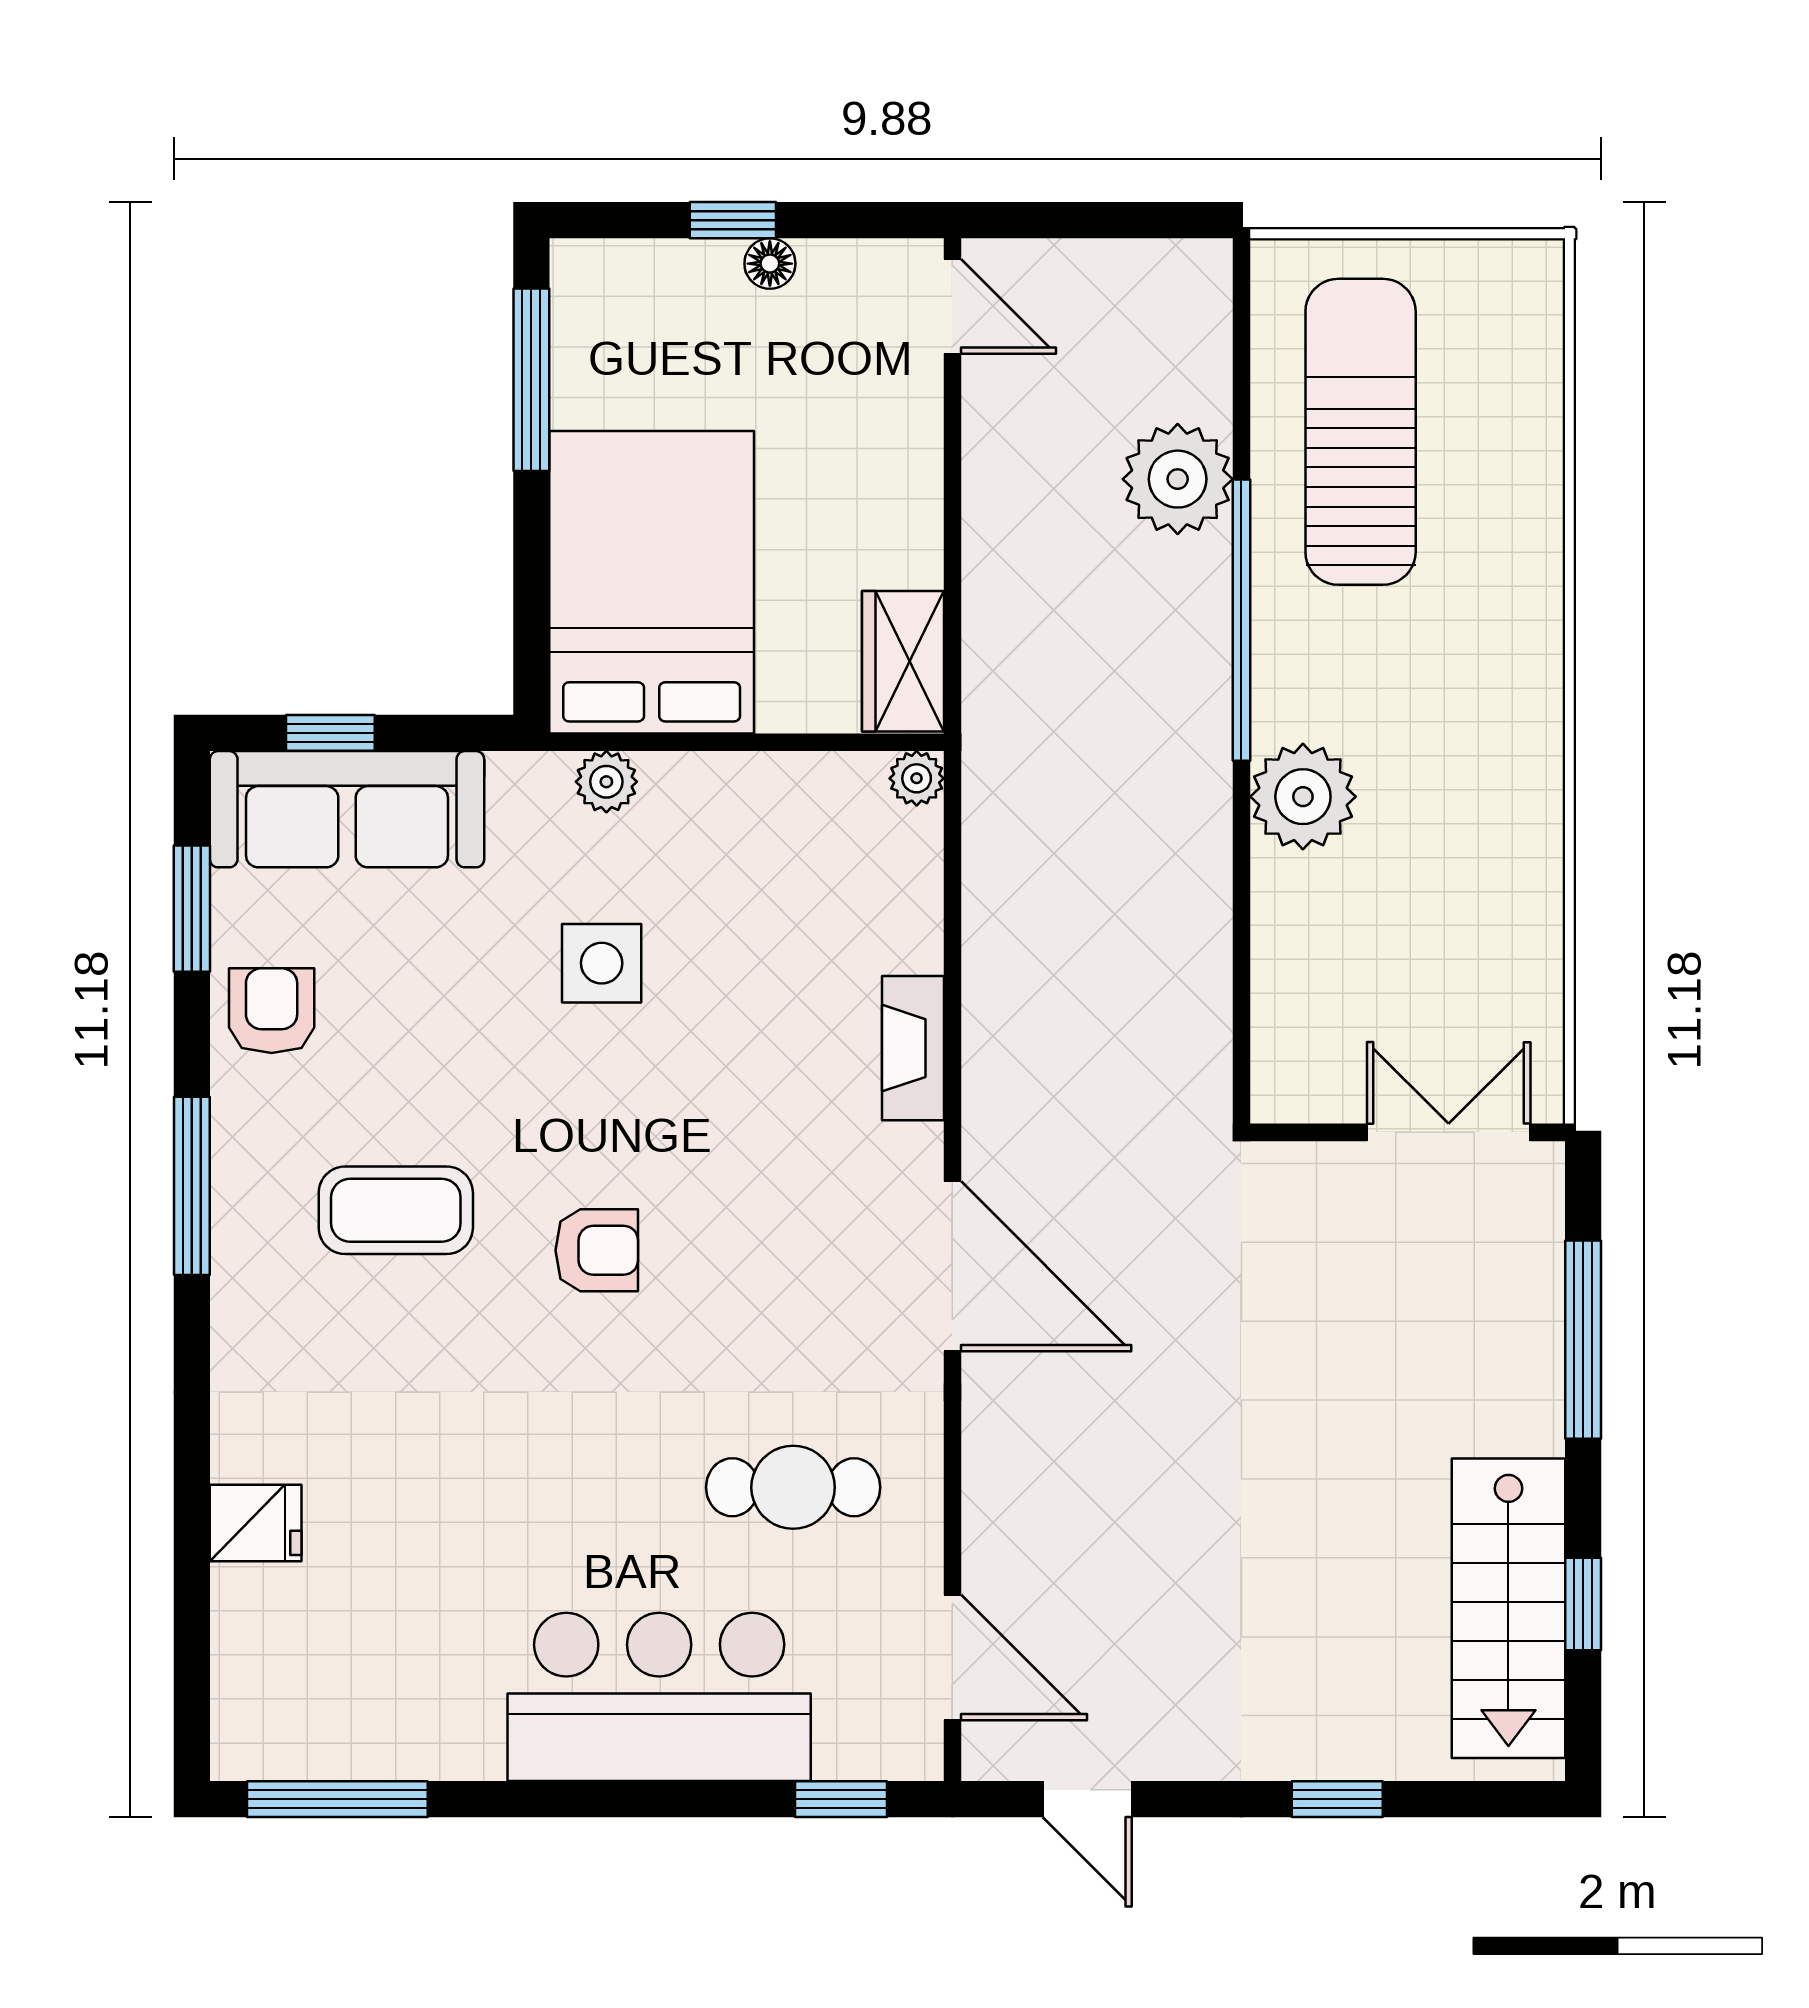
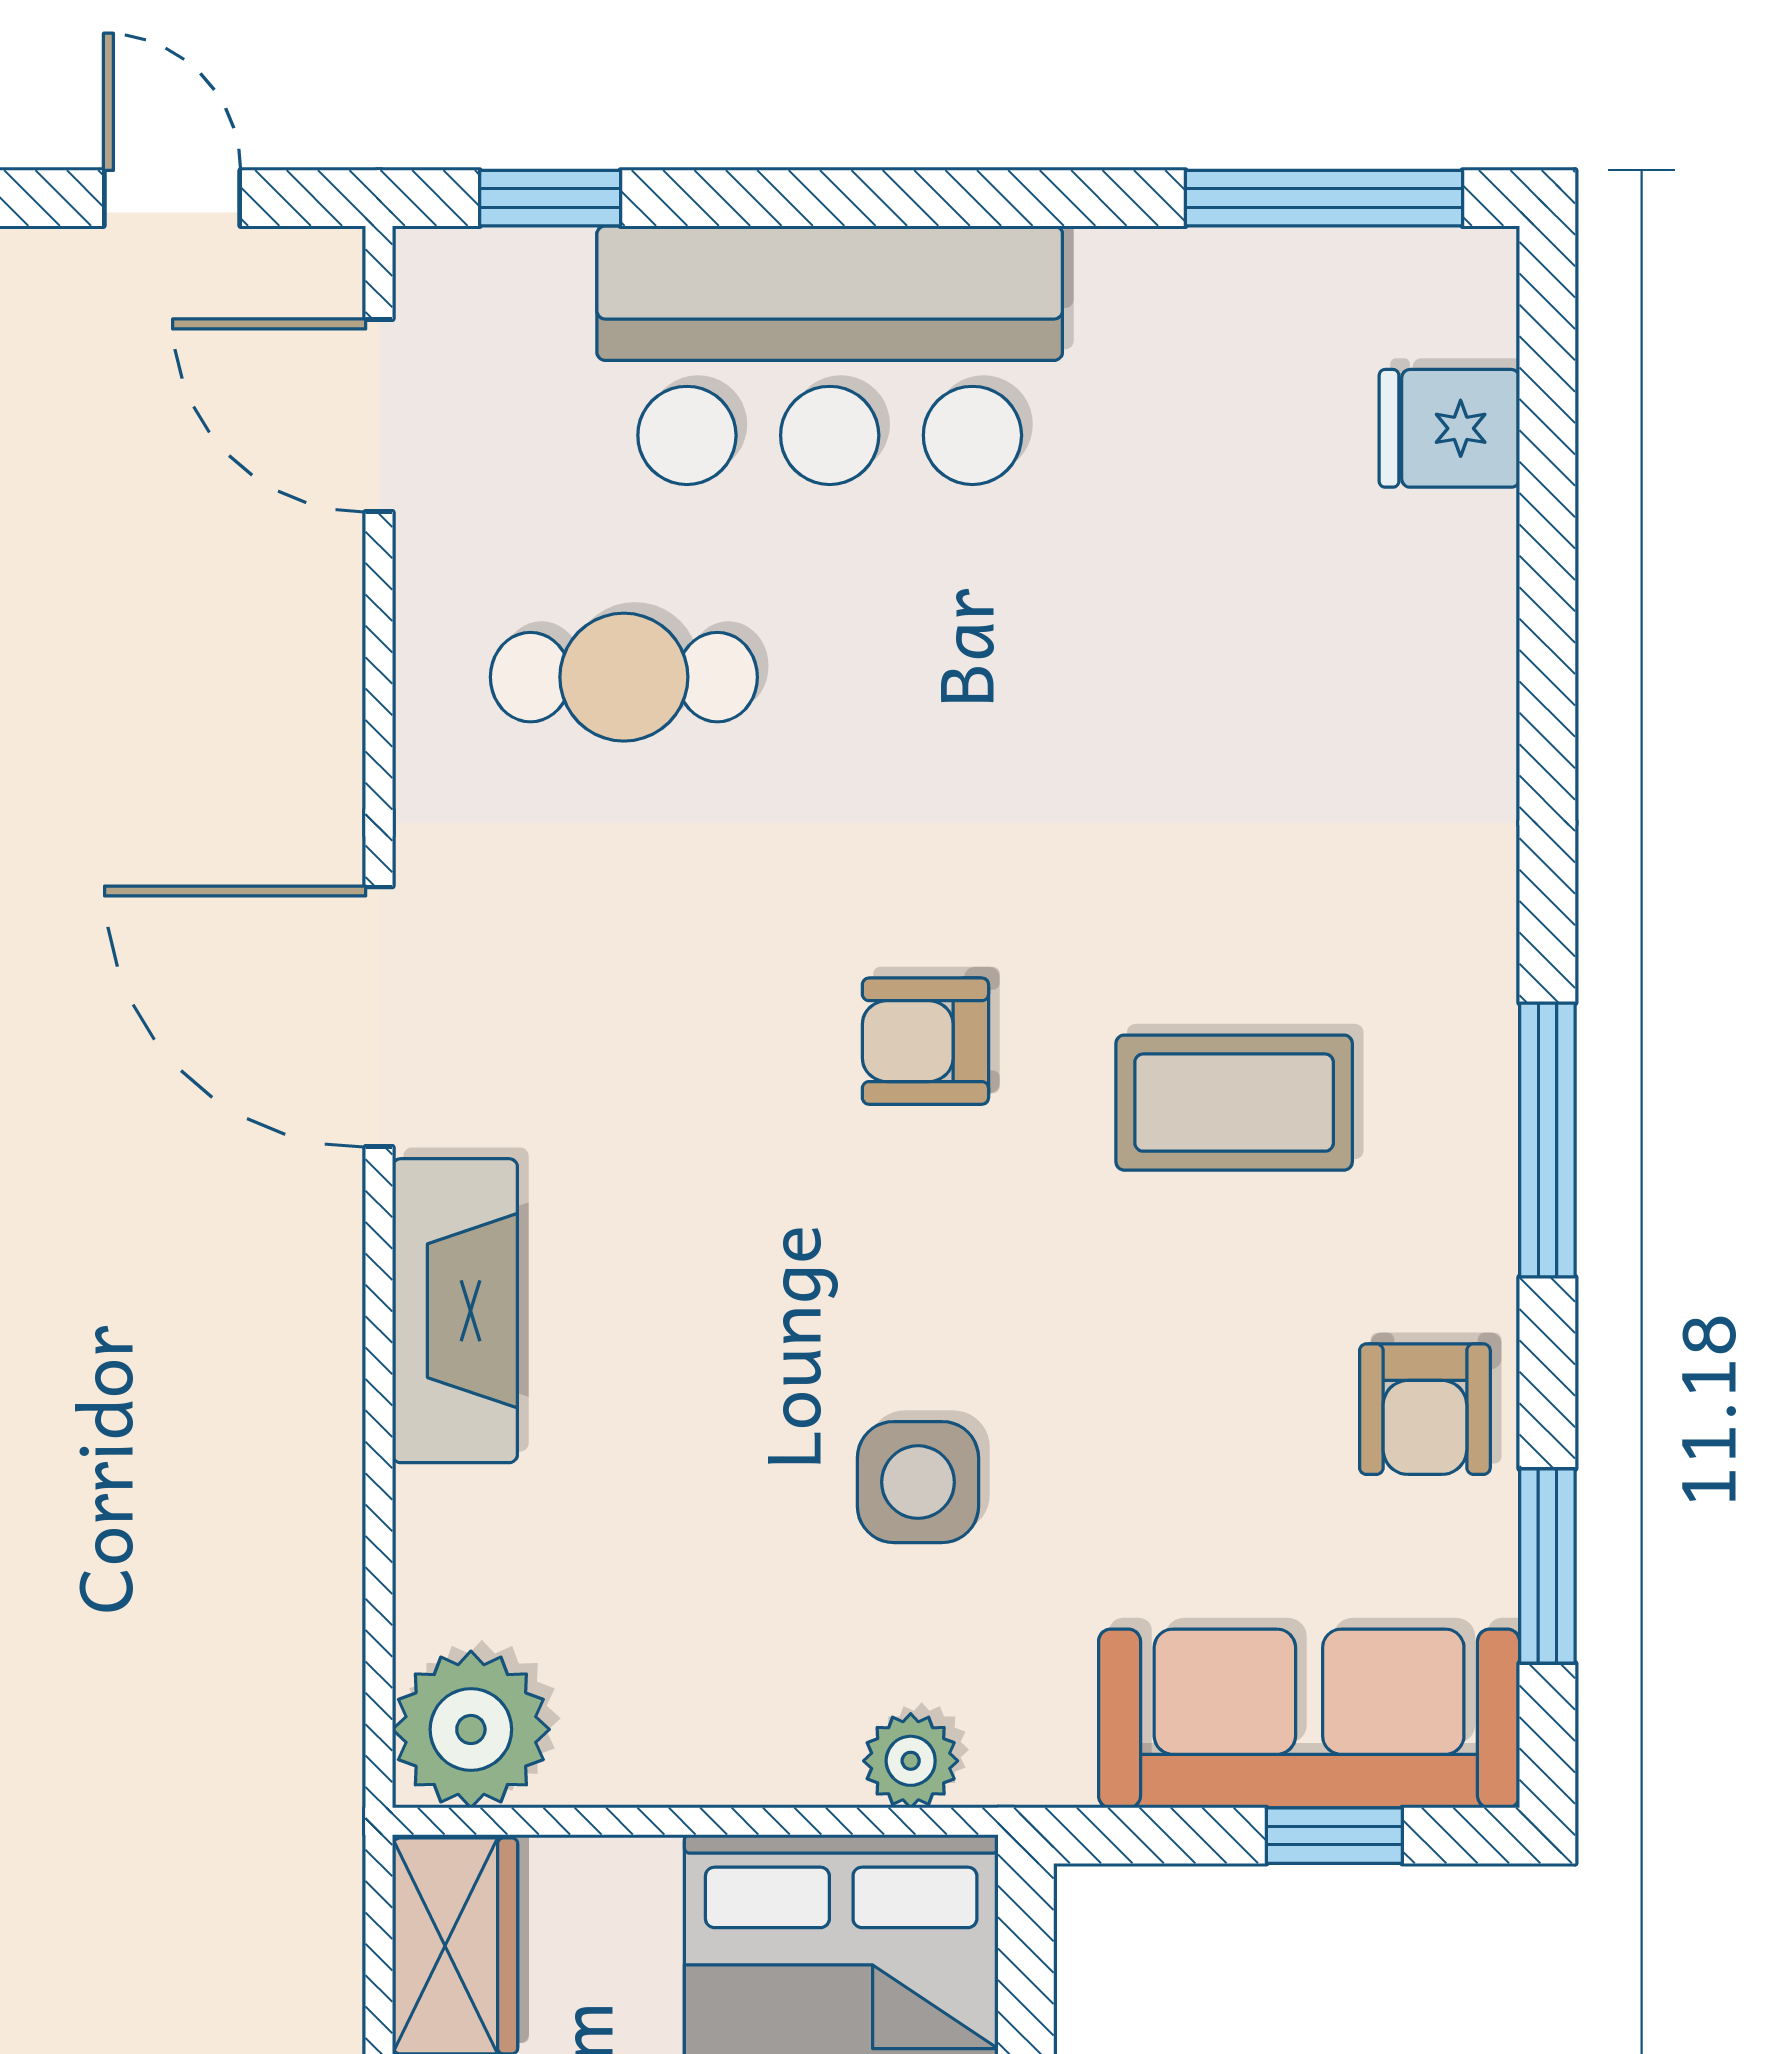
plant: (917, 778) -> (471, 1729), width x1.88, depth x1.88
fireplace: (913, 1048) -> (455, 1311), width x1.37, depth x1.32
fridge: (256, 1523) -> (1449, 428), moved

